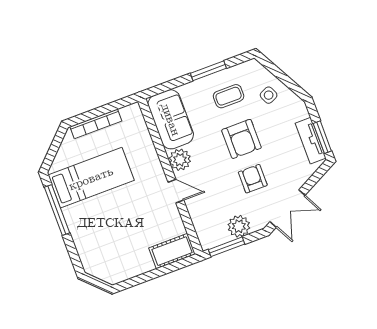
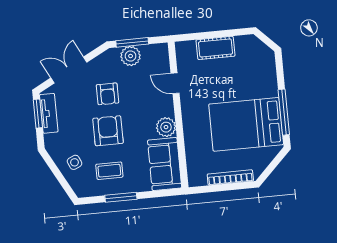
bed: (91, 178) -> (246, 124), width x1.50
door: (176, 191) -> (175, 83), moved
double door: (288, 209) -> (69, 70), moved
window: (227, 247) -> (132, 42), moved
cot: (172, 251) -> (216, 48), moved

